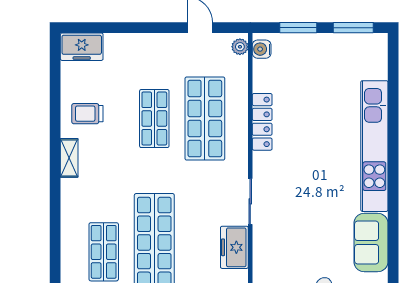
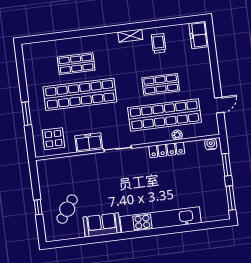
plant: (240, 47) -> (177, 135), moved
shop shelf: (205, 119) -> (164, 115), width x1.40

